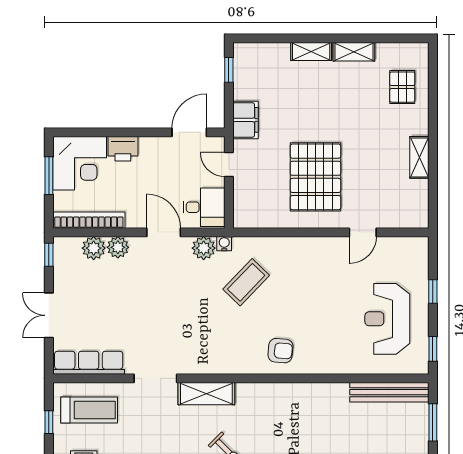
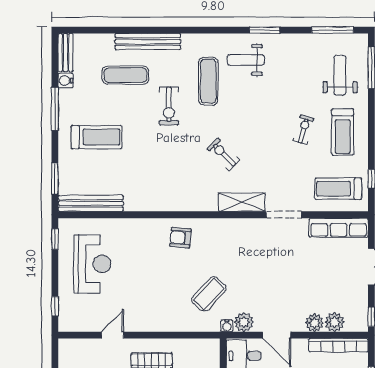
window: (433, 292) -> (55, 306), moved

